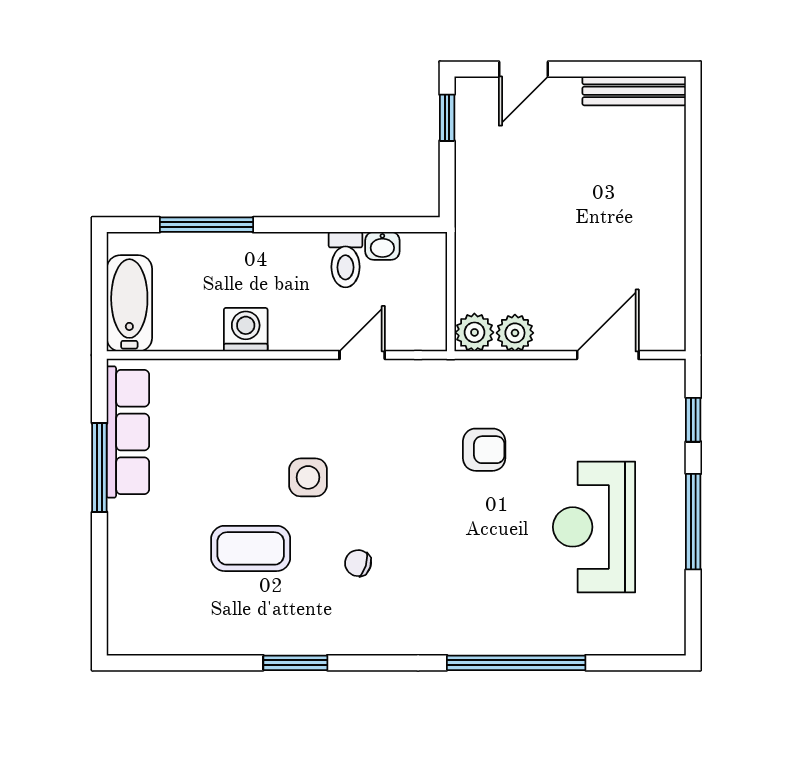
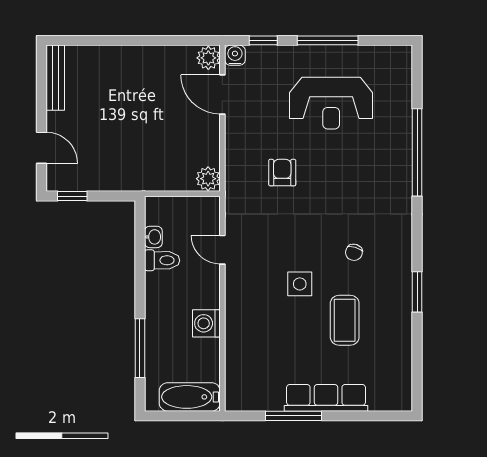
plant: (515, 333) -> (208, 58), moved
water cooler: (670, 375) -> (235, 55), added
row of seats: (128, 432) -> (326, 398), moved

